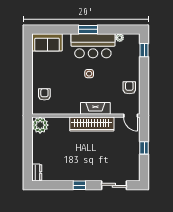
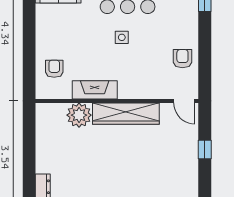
fireplace: (95, 108) -> (95, 90), moved
plant: (40, 125) -> (79, 115), moved

